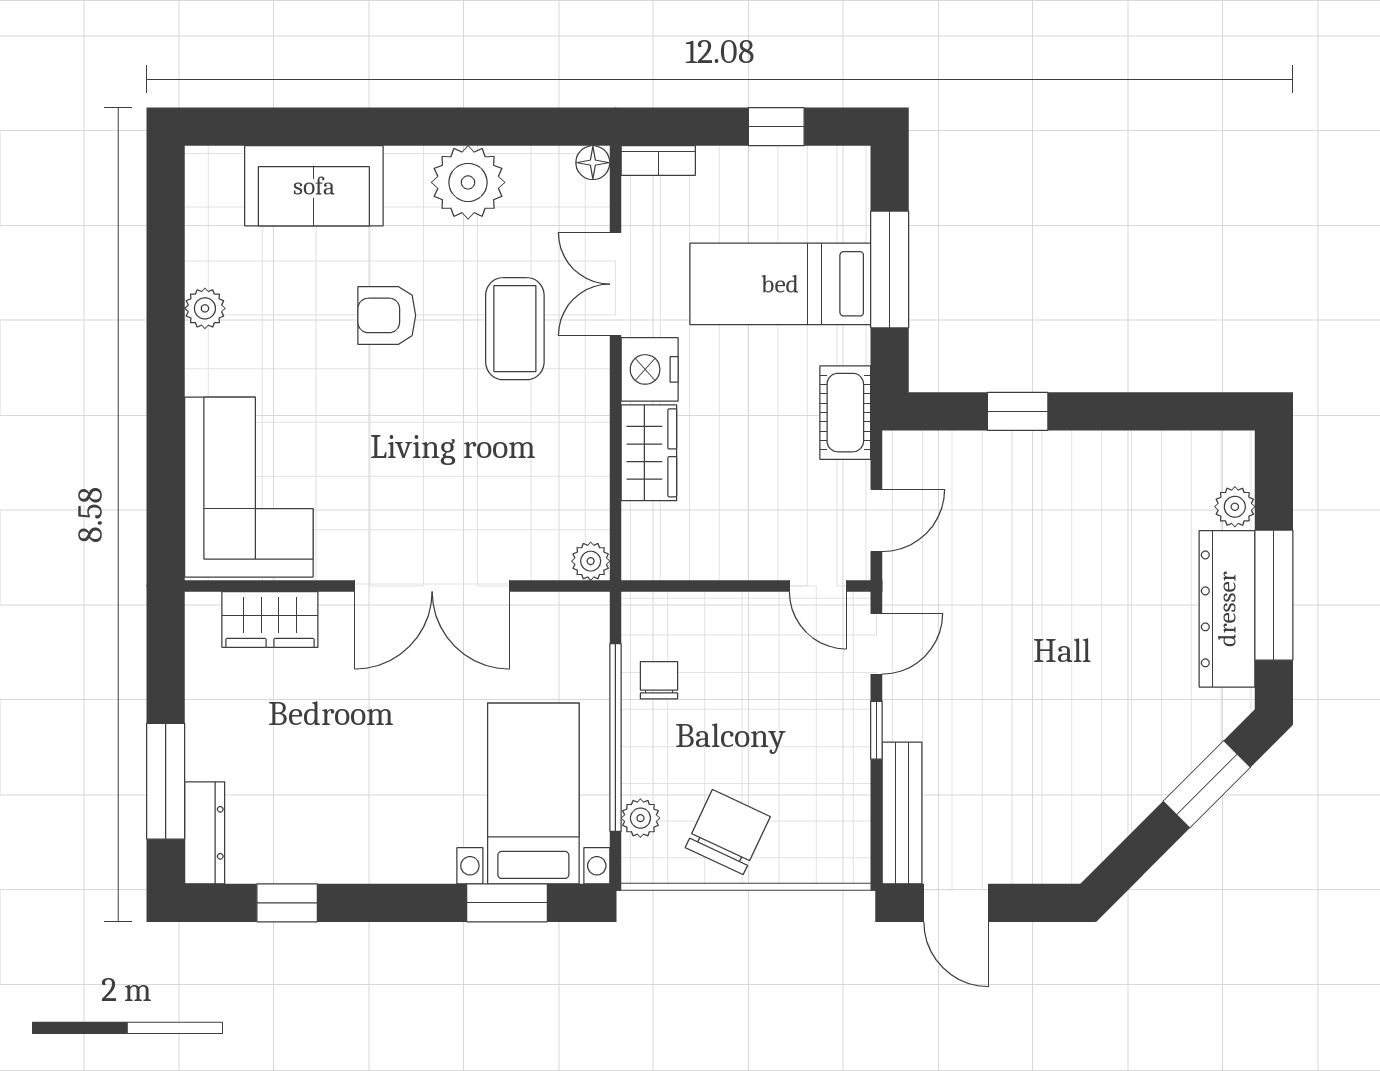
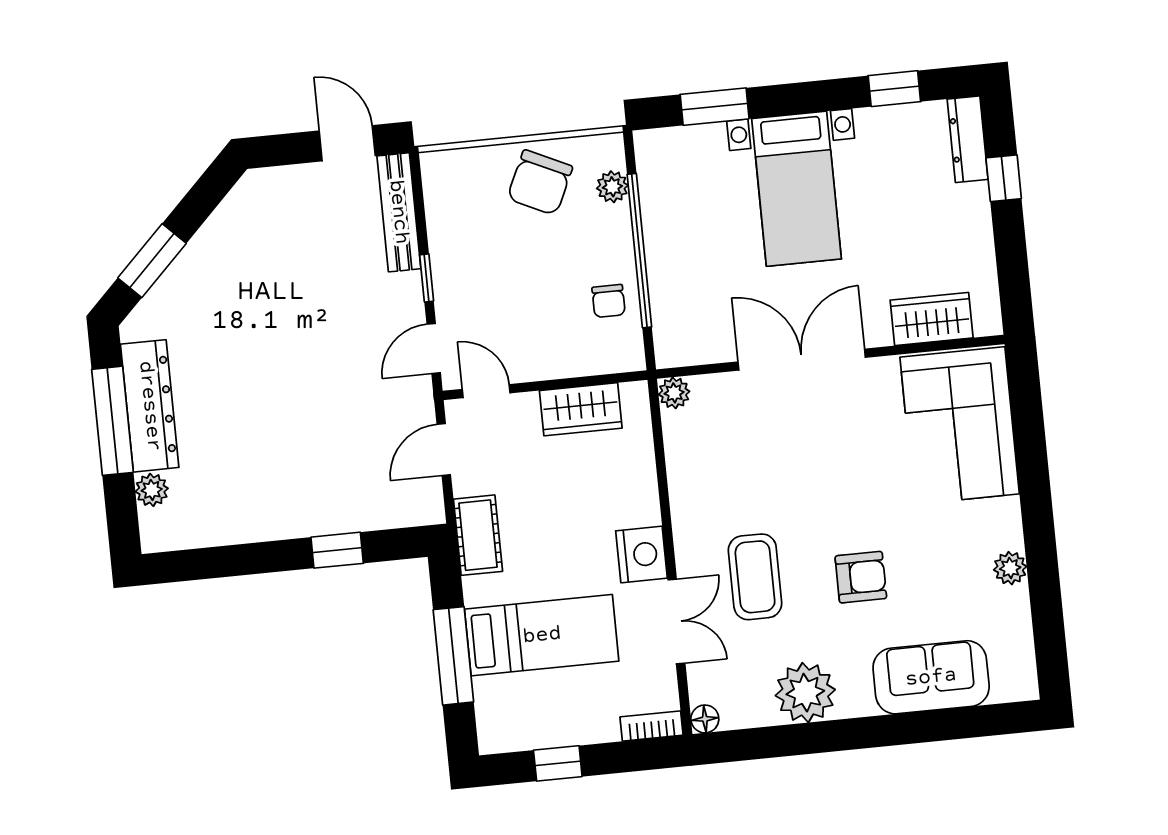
wardrobe: (649, 453) -> (581, 409), moved, turned -90
window: (166, 781) -> (1004, 178), width x0.46
bed with nightstands: (533, 793) -> (797, 189), moved

